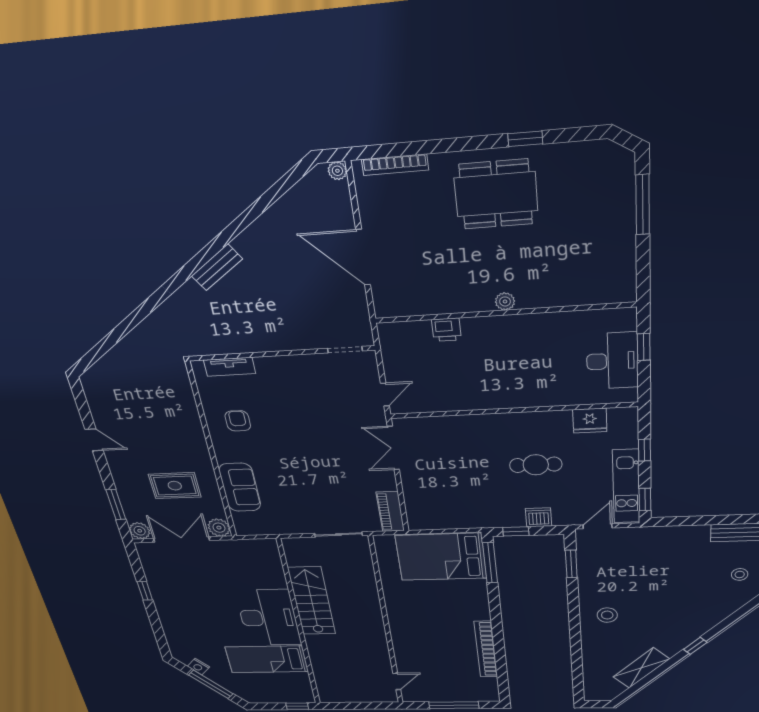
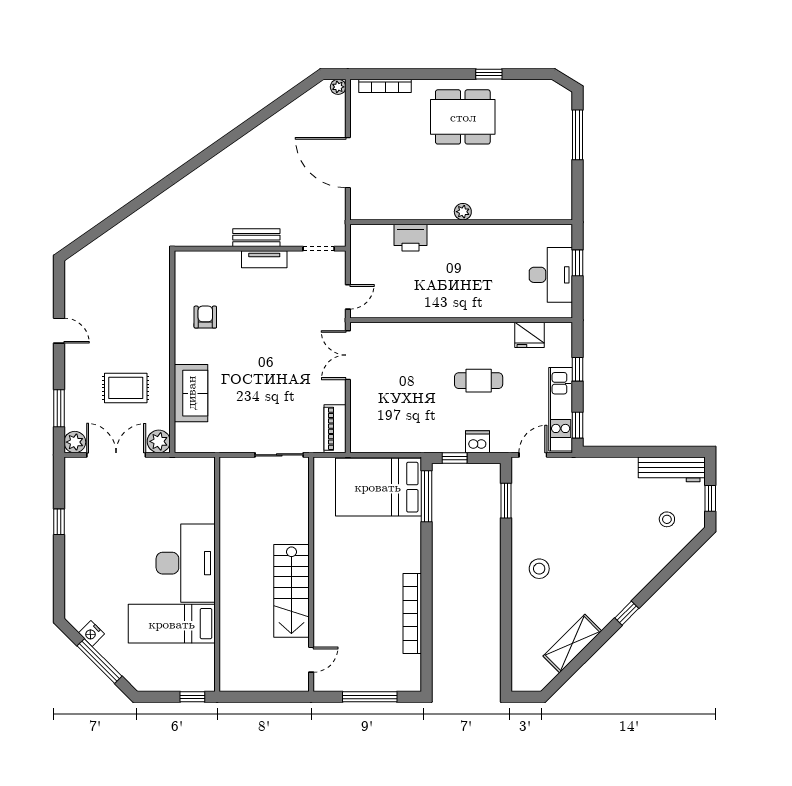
bench: (217, 267) -> (256, 238), moved, turned 35
printer: (446, 330) -> (410, 238), width x1.36, depth x1.24
tv unit: (230, 367) -> (264, 259), moved
stairs: (312, 601) -> (291, 591), moved, turned 180

